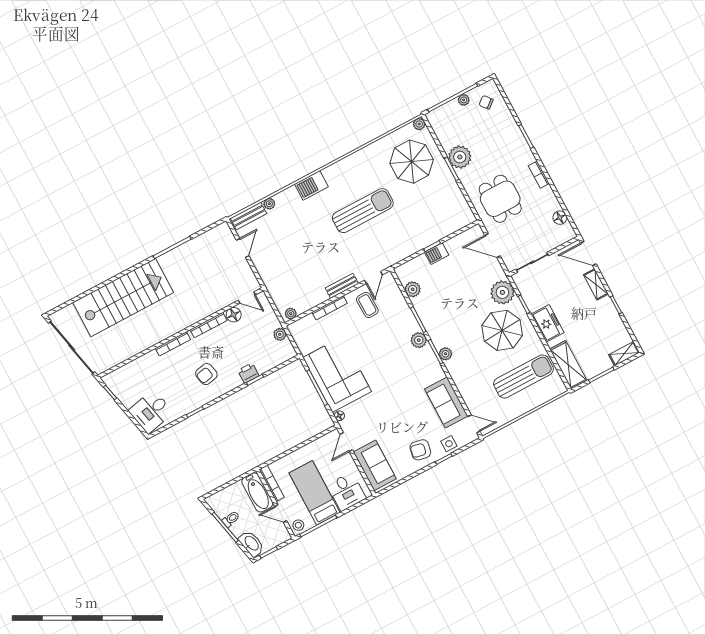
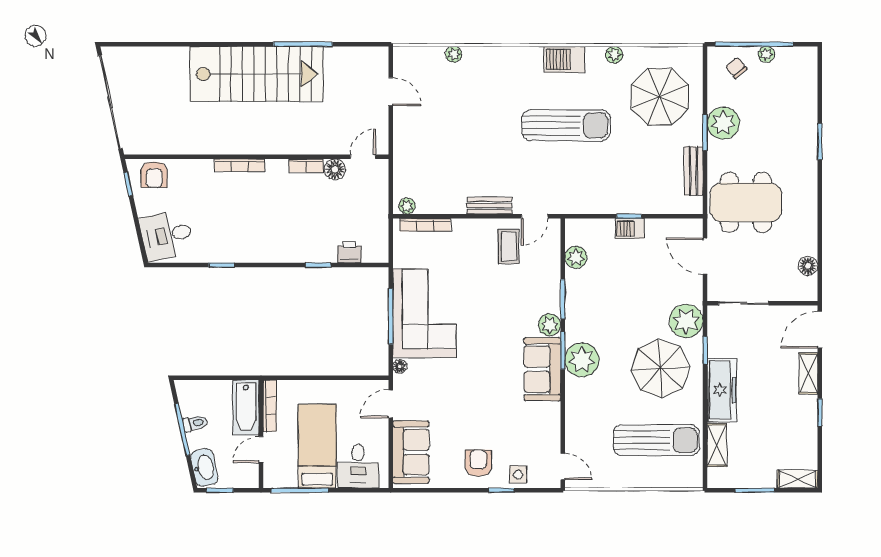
chair: (486, 102) -> (736, 68), moved
plant: (419, 124) -> (614, 55), moved
bookcase: (539, 175) -> (810, 198), removed
barbecue: (311, 185) -> (565, 59), moved
dining table: (500, 199) -> (746, 202), width x1.38
bench: (248, 216) -> (694, 171), moved, turned 90
door: (243, 248) -> (391, 92), hinge flipped
door: (588, 253) -> (820, 330), hinge flipped
stairs: (123, 298) -> (257, 74), moved
door: (247, 298) -> (363, 157), swing flipped
bookcase: (330, 308) -> (425, 225), moved
freezer: (548, 323) -> (722, 390), width x1.40
bookcase: (209, 325) -> (306, 166), width x0.64
plant: (280, 334) -> (380, 225), removed
plant: (446, 354) -> (582, 360), width x1.87, depth x1.87
shelving: (568, 365) -> (717, 445), width x0.67, depth x0.75
printer: (248, 373) -> (349, 252), moved
armchair: (206, 374) -> (154, 175), moved, turned -78
sofa: (446, 403) -> (542, 369), moved
armchair: (420, 450) -> (478, 463), turned 79
door: (281, 513) -> (261, 450), hinge flipped
stool: (298, 525) -> (275, 476), removed

